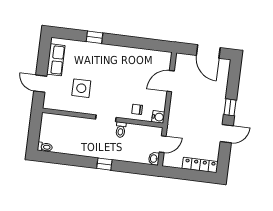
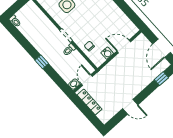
window: (230, 107) -> (161, 79), moved
water cooler: (158, 117) -> (107, 53), moved
door: (163, 144) -> (87, 80), swing flipped
locker: (200, 165) -> (90, 102), moved

